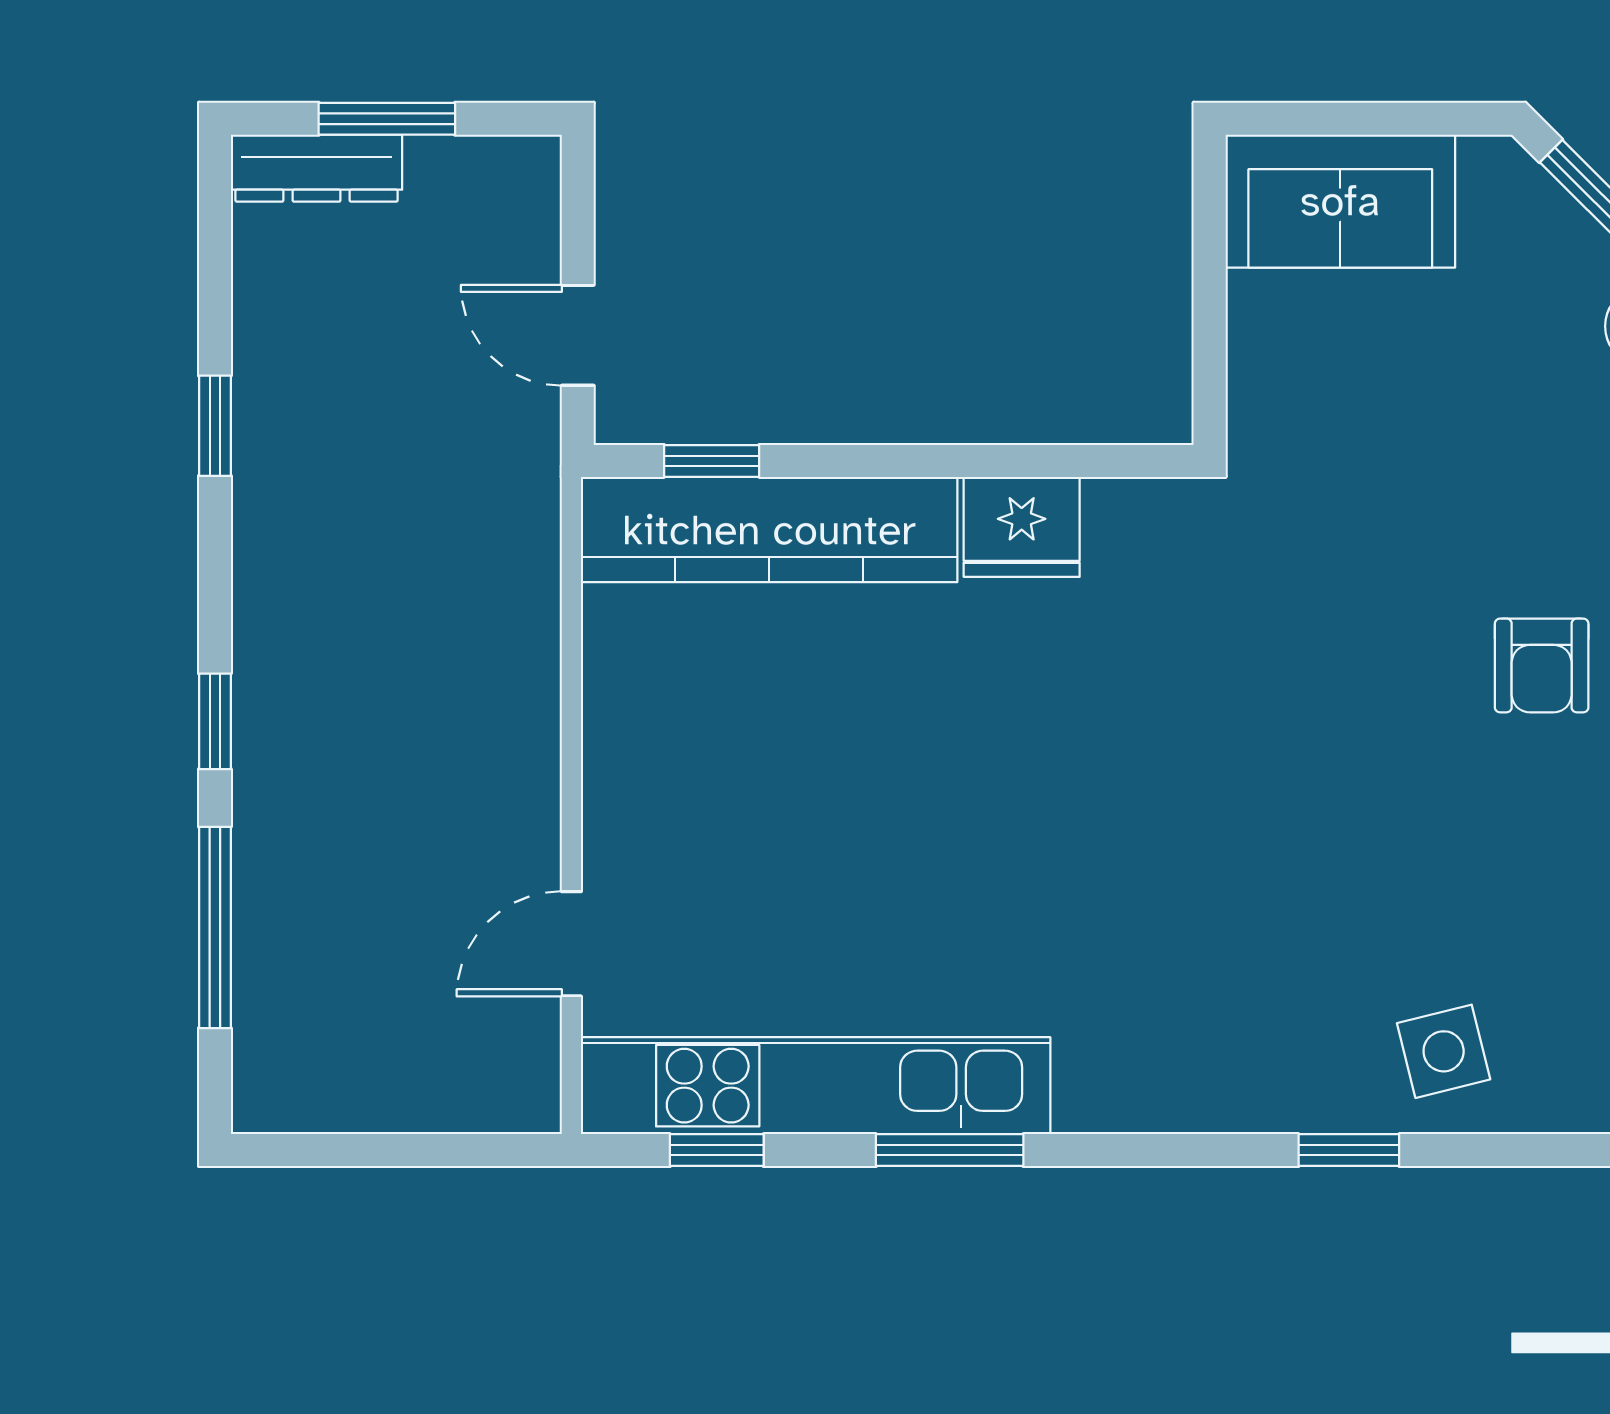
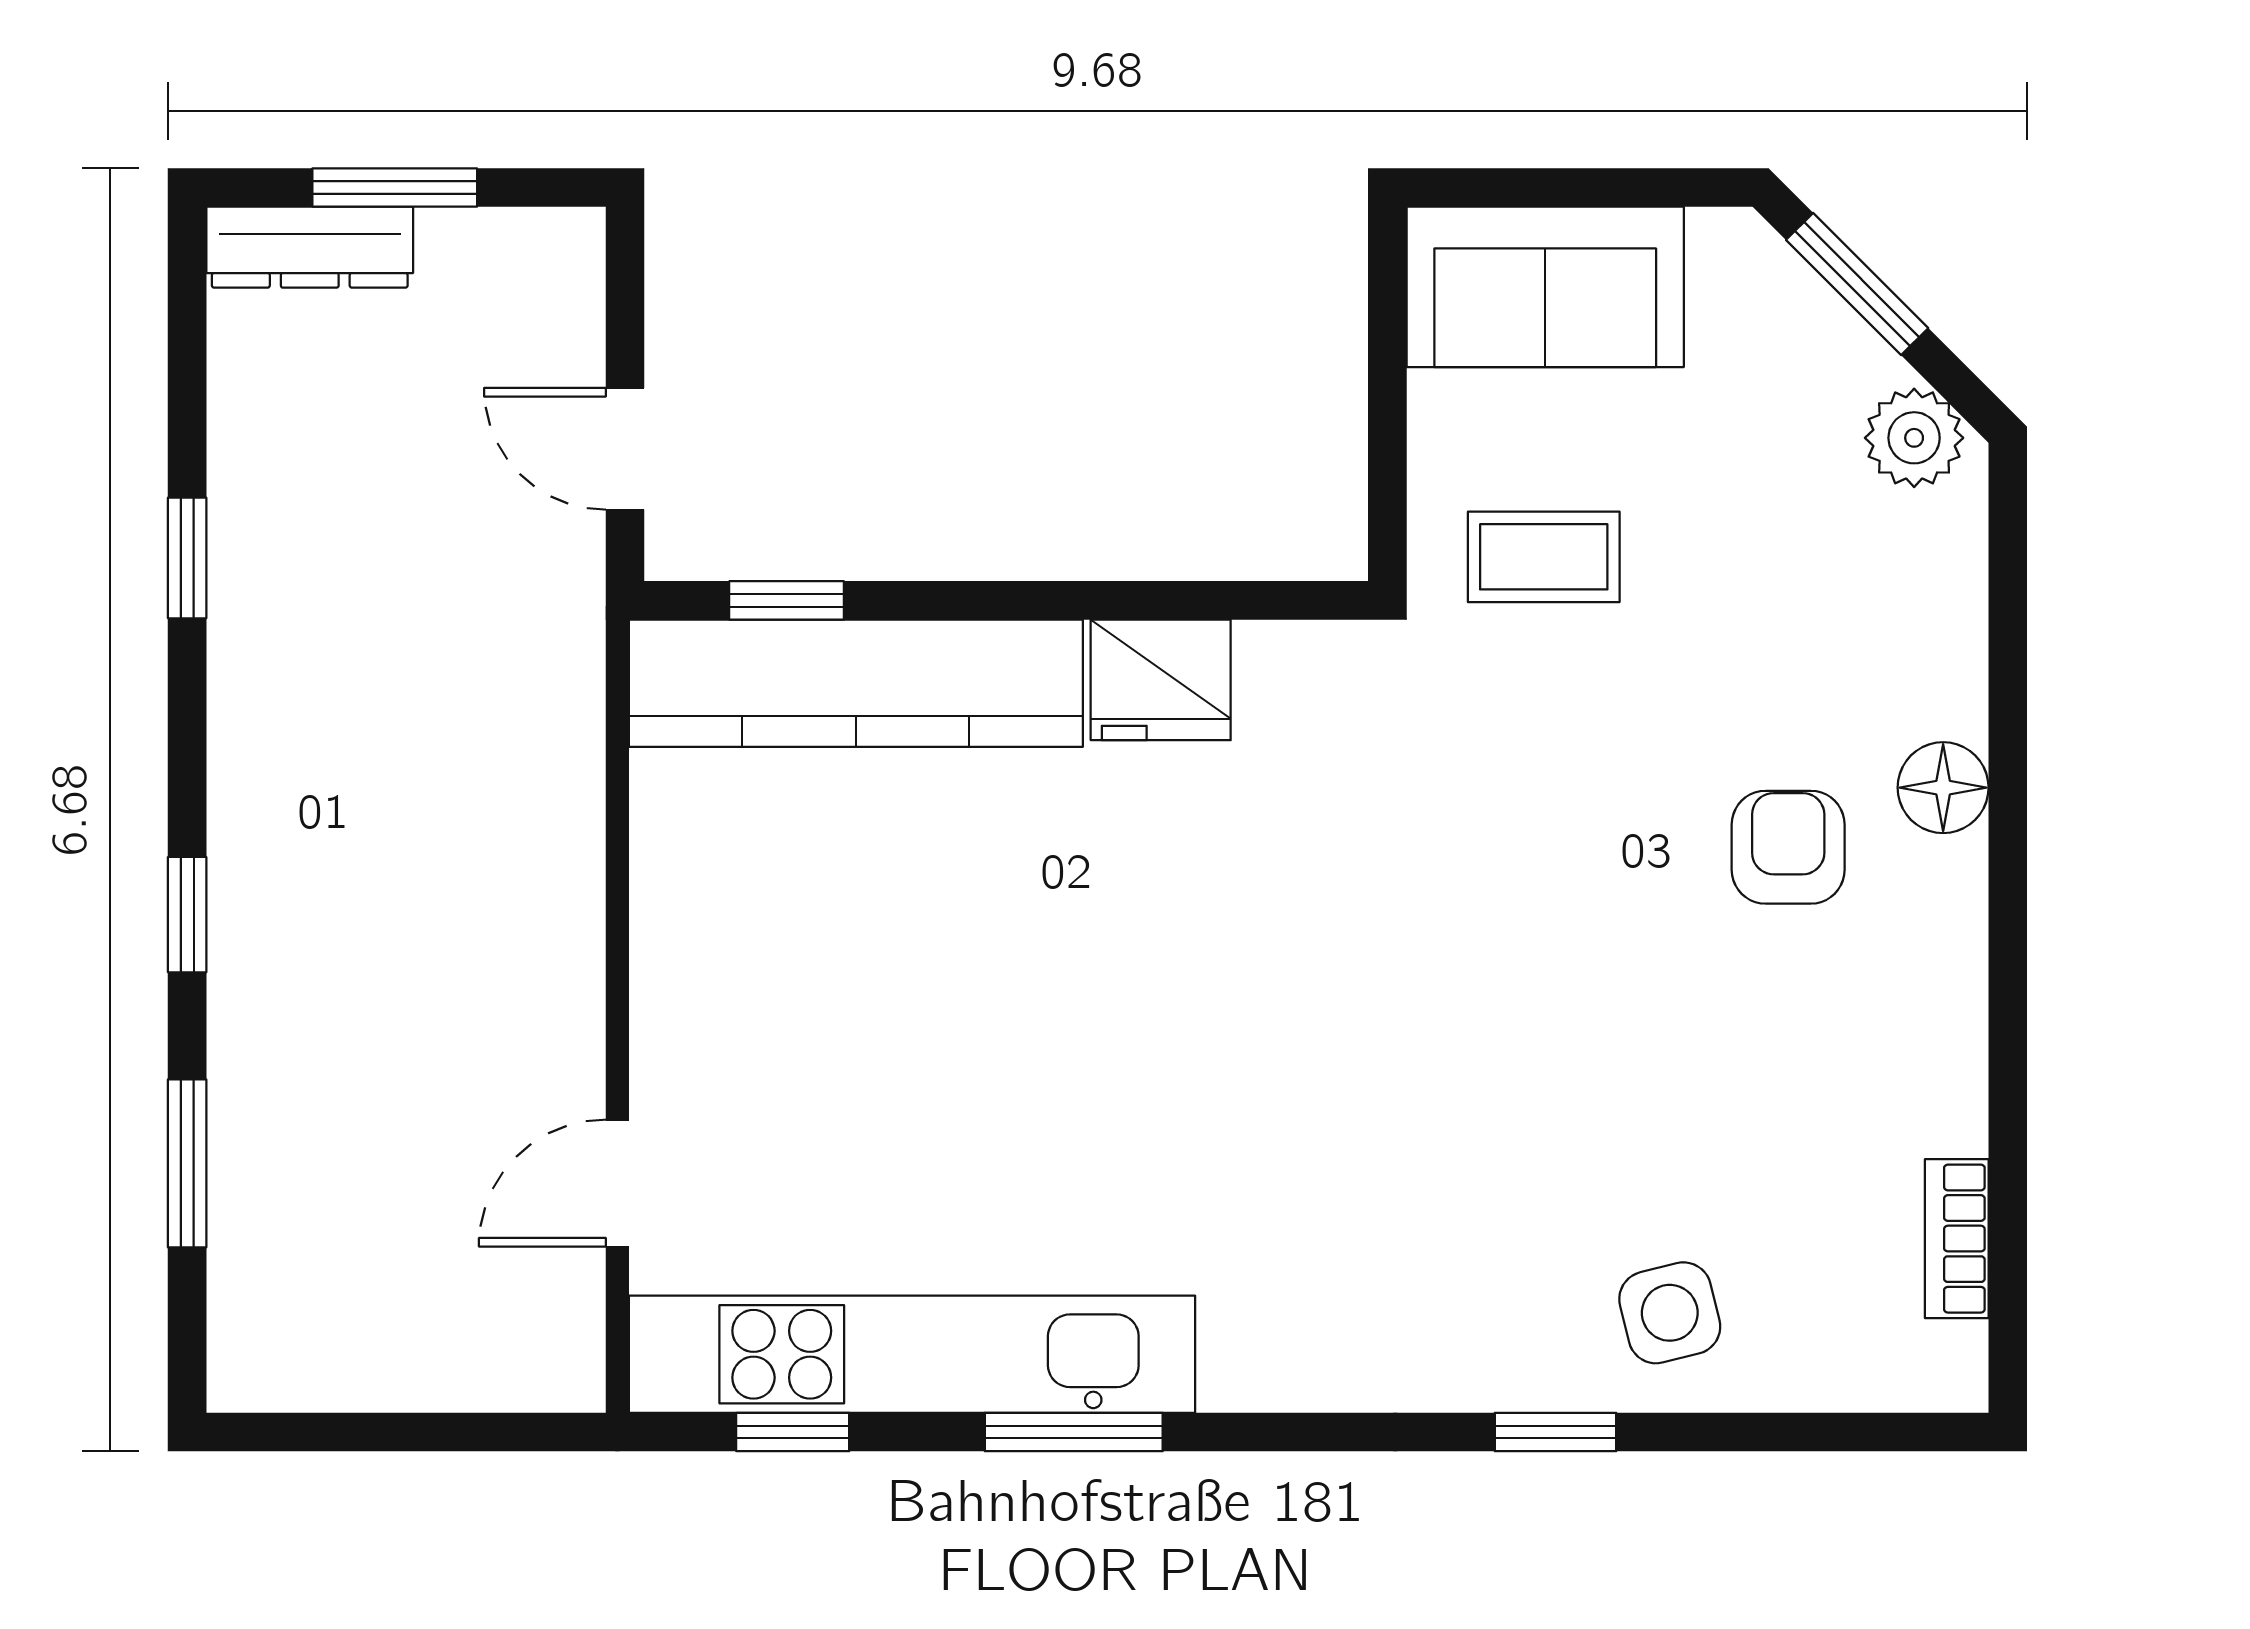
coffee table: (1339, 425) -> (1544, 557), added
armchair: (1542, 665) -> (1788, 847), turned 180
window: (215, 927) -> (187, 1163), width x0.69

